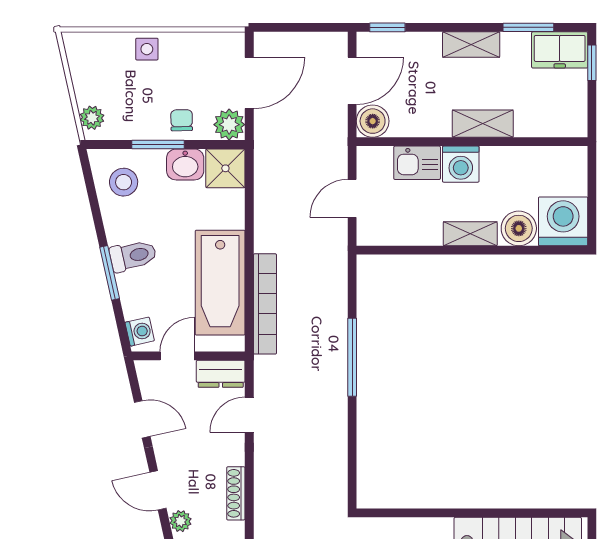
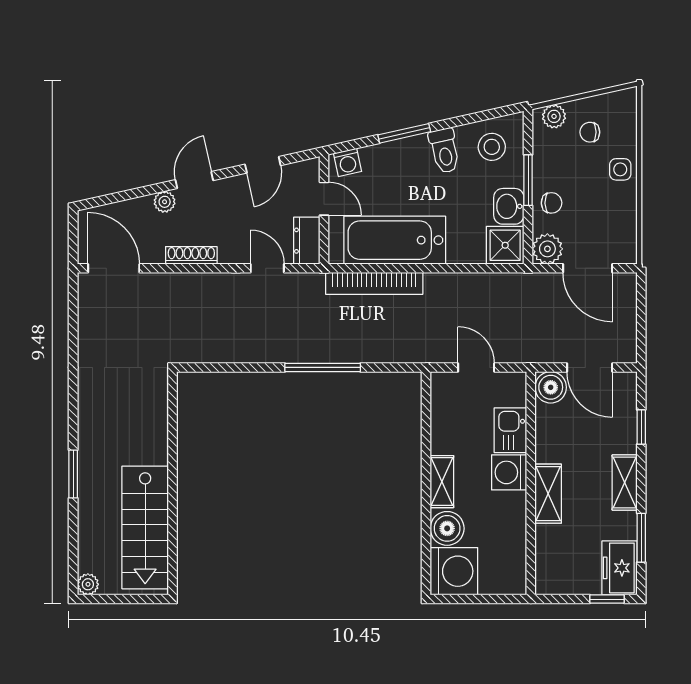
window: (387, 27) -> (641, 427), moved
chair: (108, 81) -> (590, 132), added
toilet: (133, 256) -> (444, 151), moved

